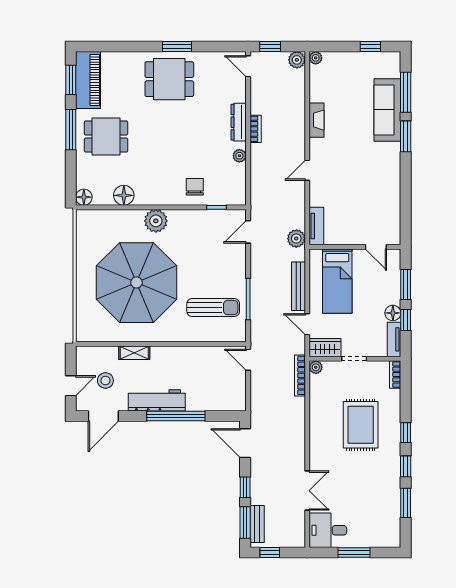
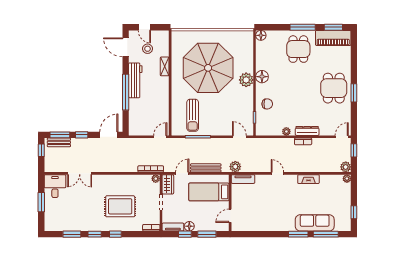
floor lamp: (124, 195) -> (262, 77), moved

